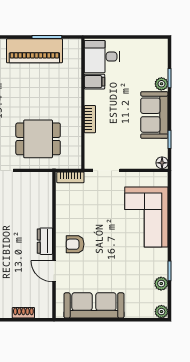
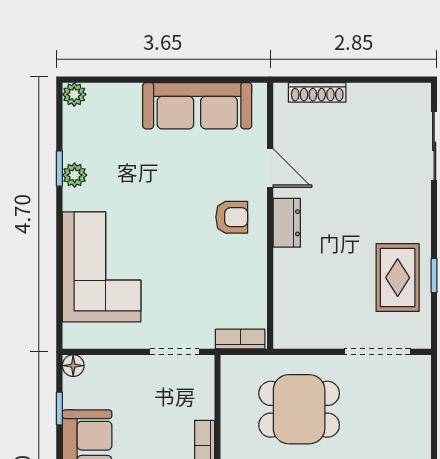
plant: (161, 284) -> (75, 175), moved
shoe rack: (23, 313) -> (317, 92), width x1.43

